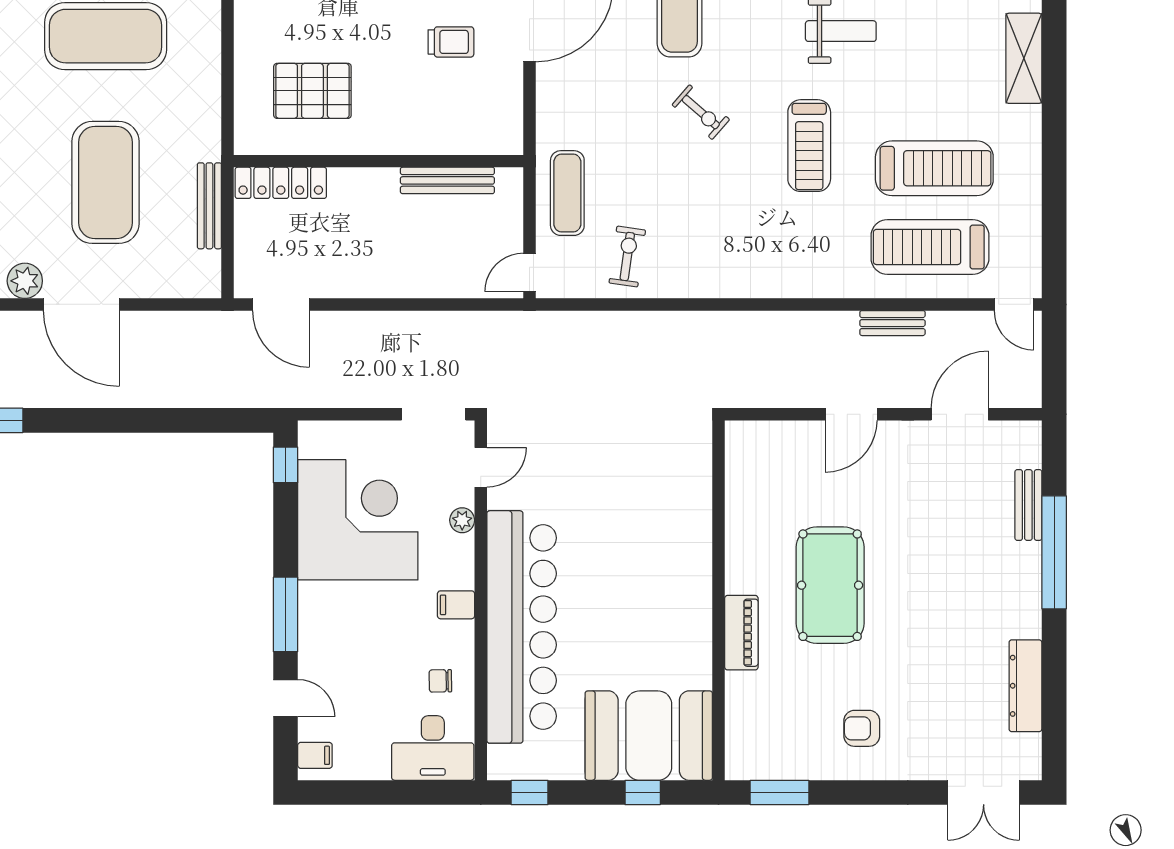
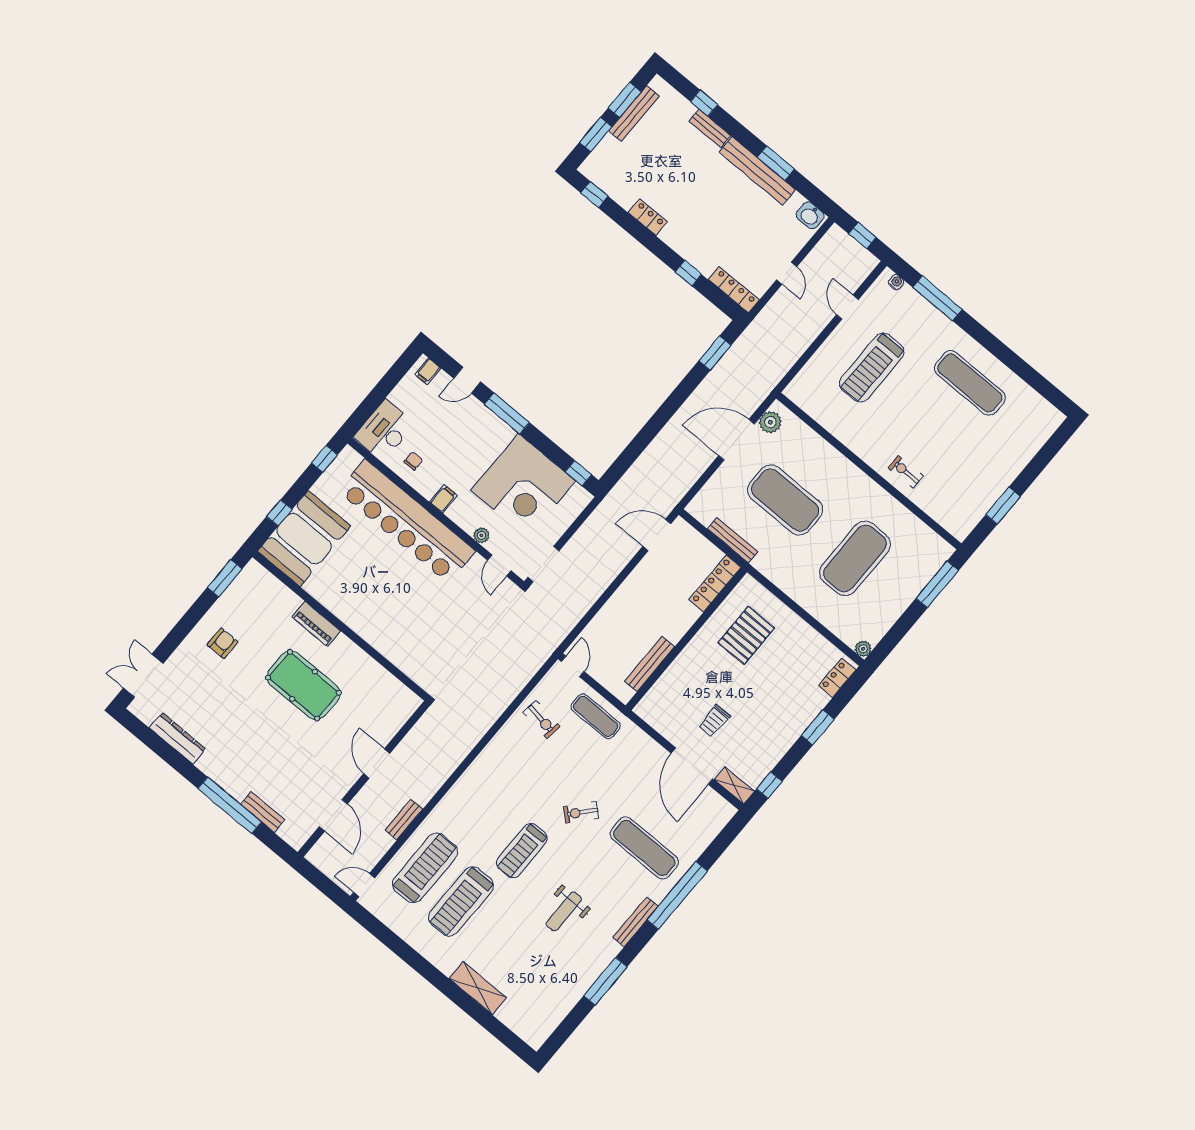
treadmill: (809, 146) -> (522, 851), turned -90

